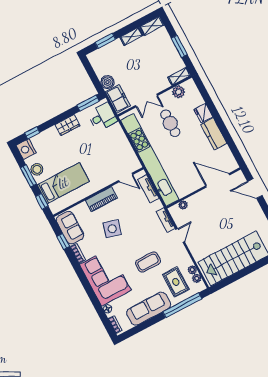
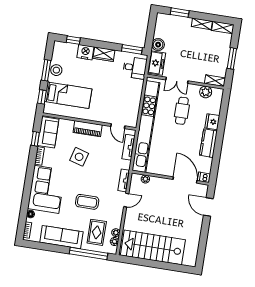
nightstand: (26, 149) -> (85, 52), moved, turned 90
dishwasher: (232, 166) -> (204, 177), added

